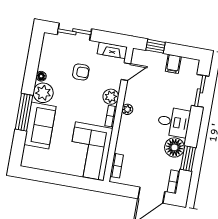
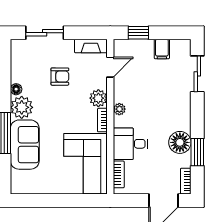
desk: (174, 122) -> (131, 144), moved, turned 180

